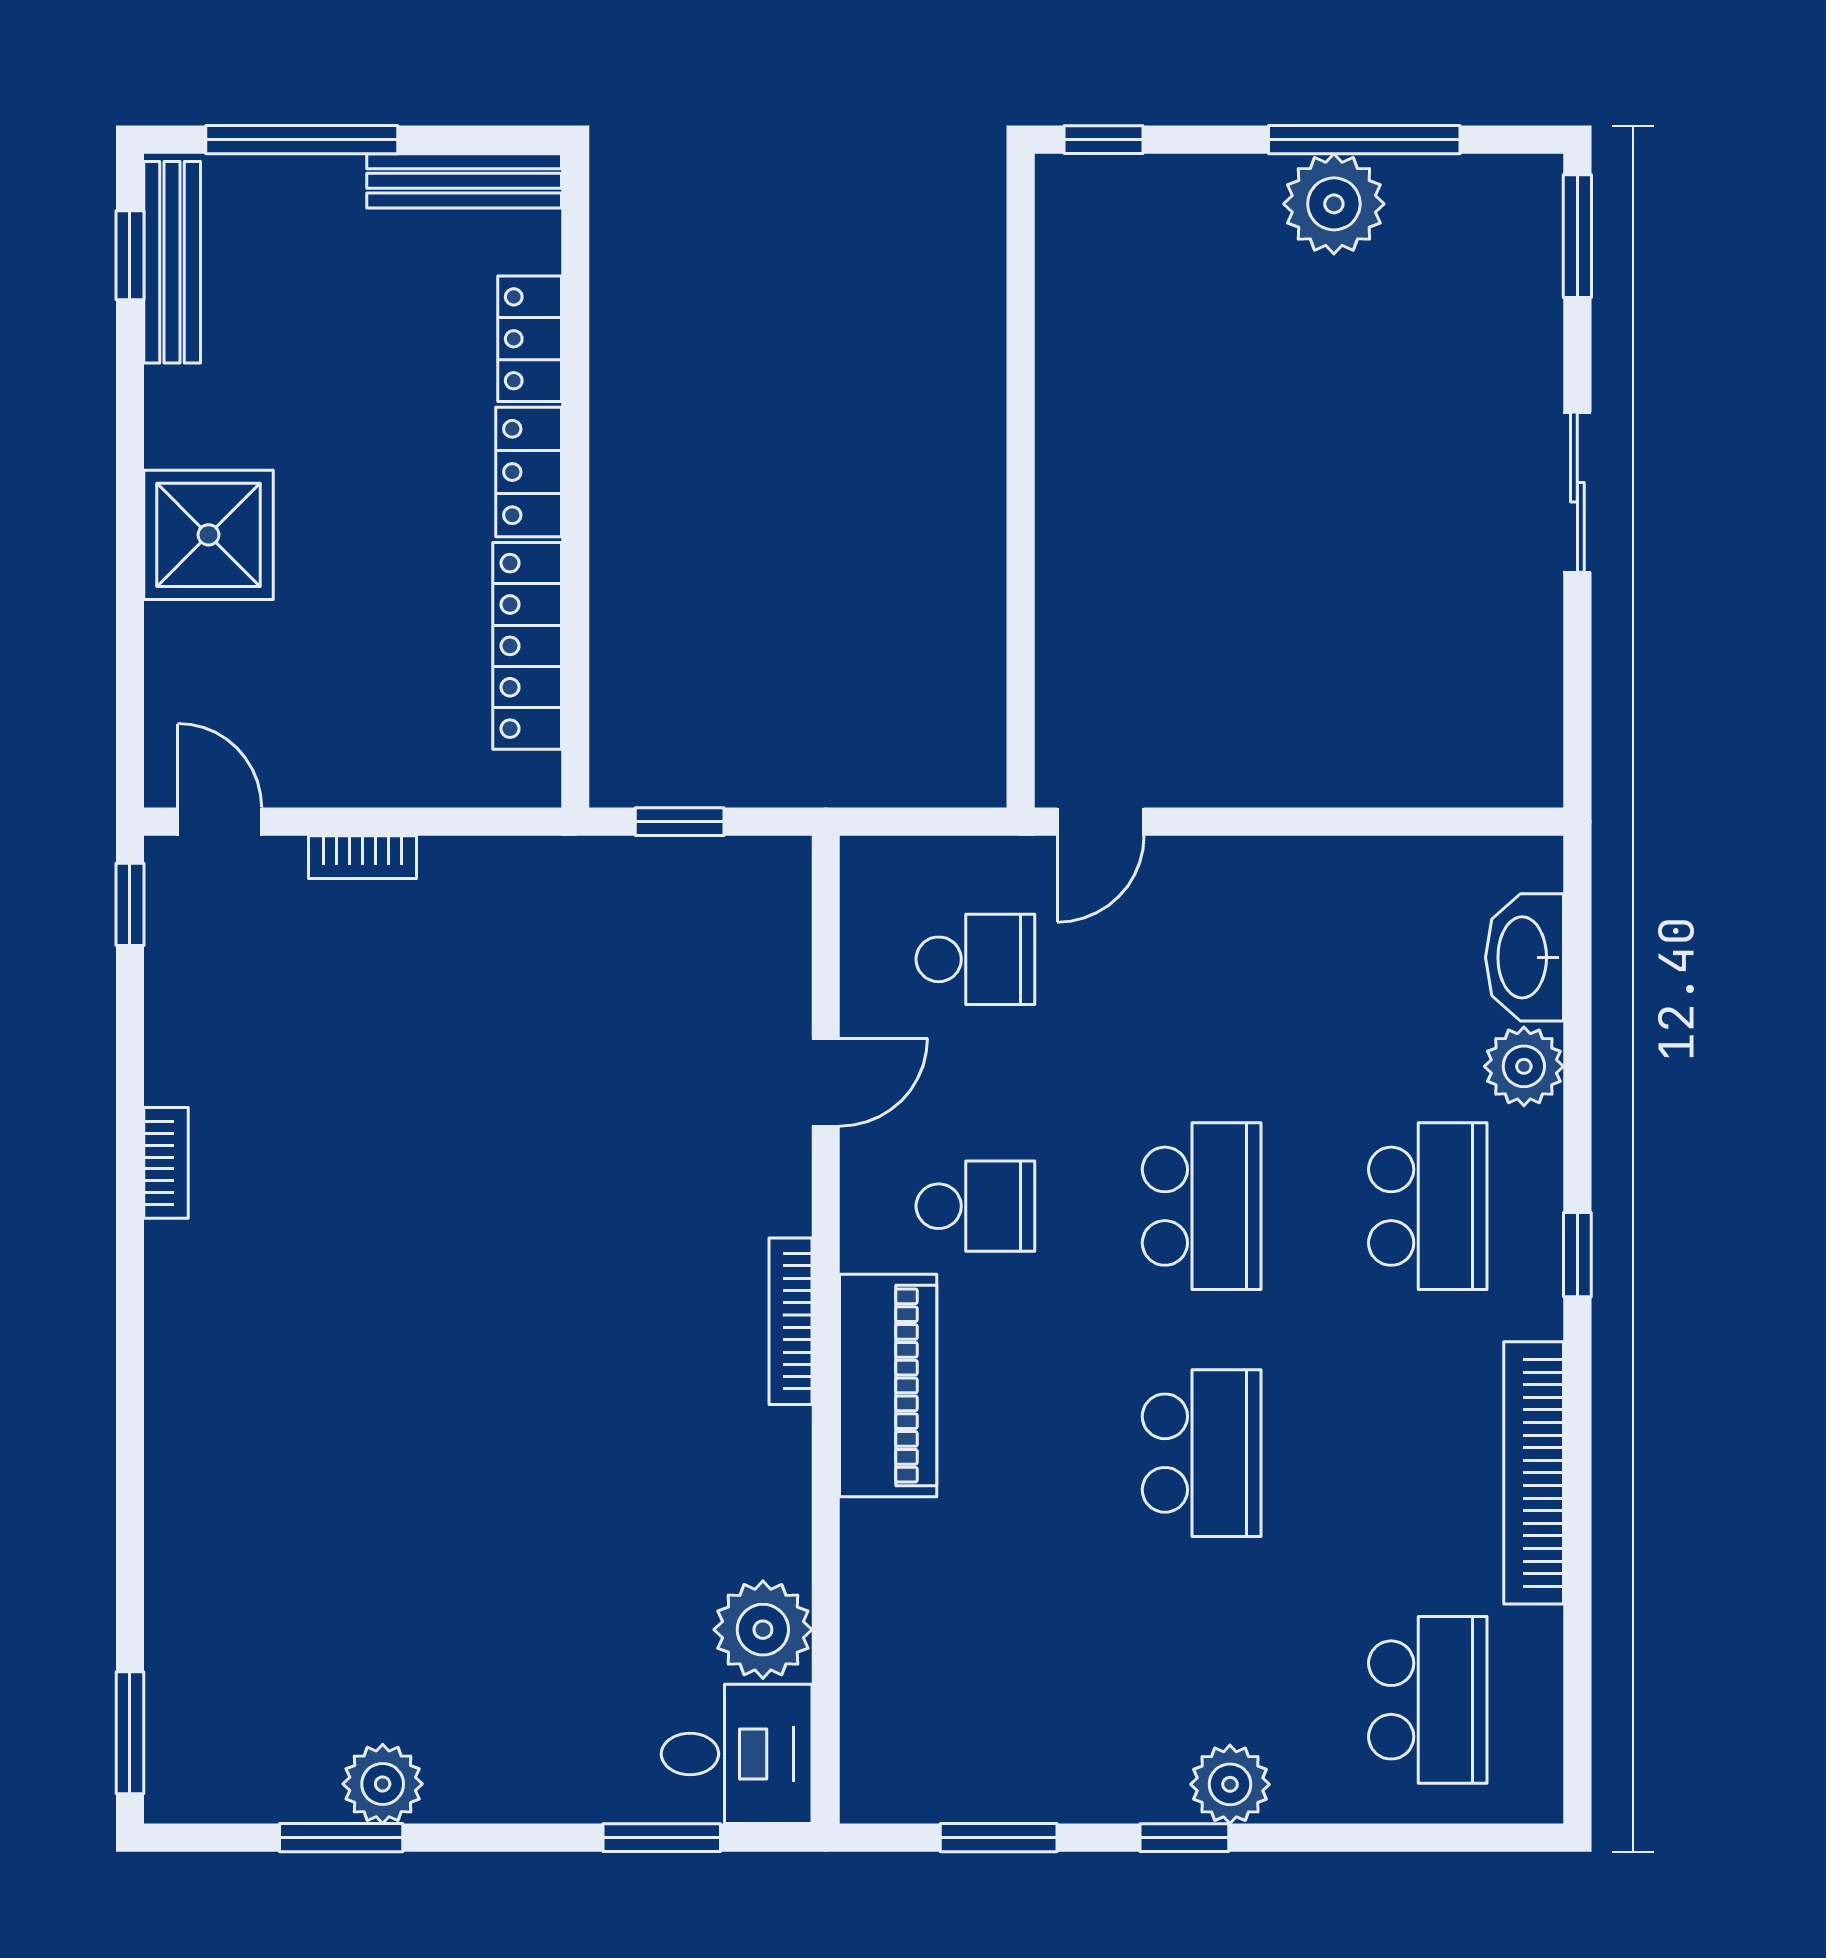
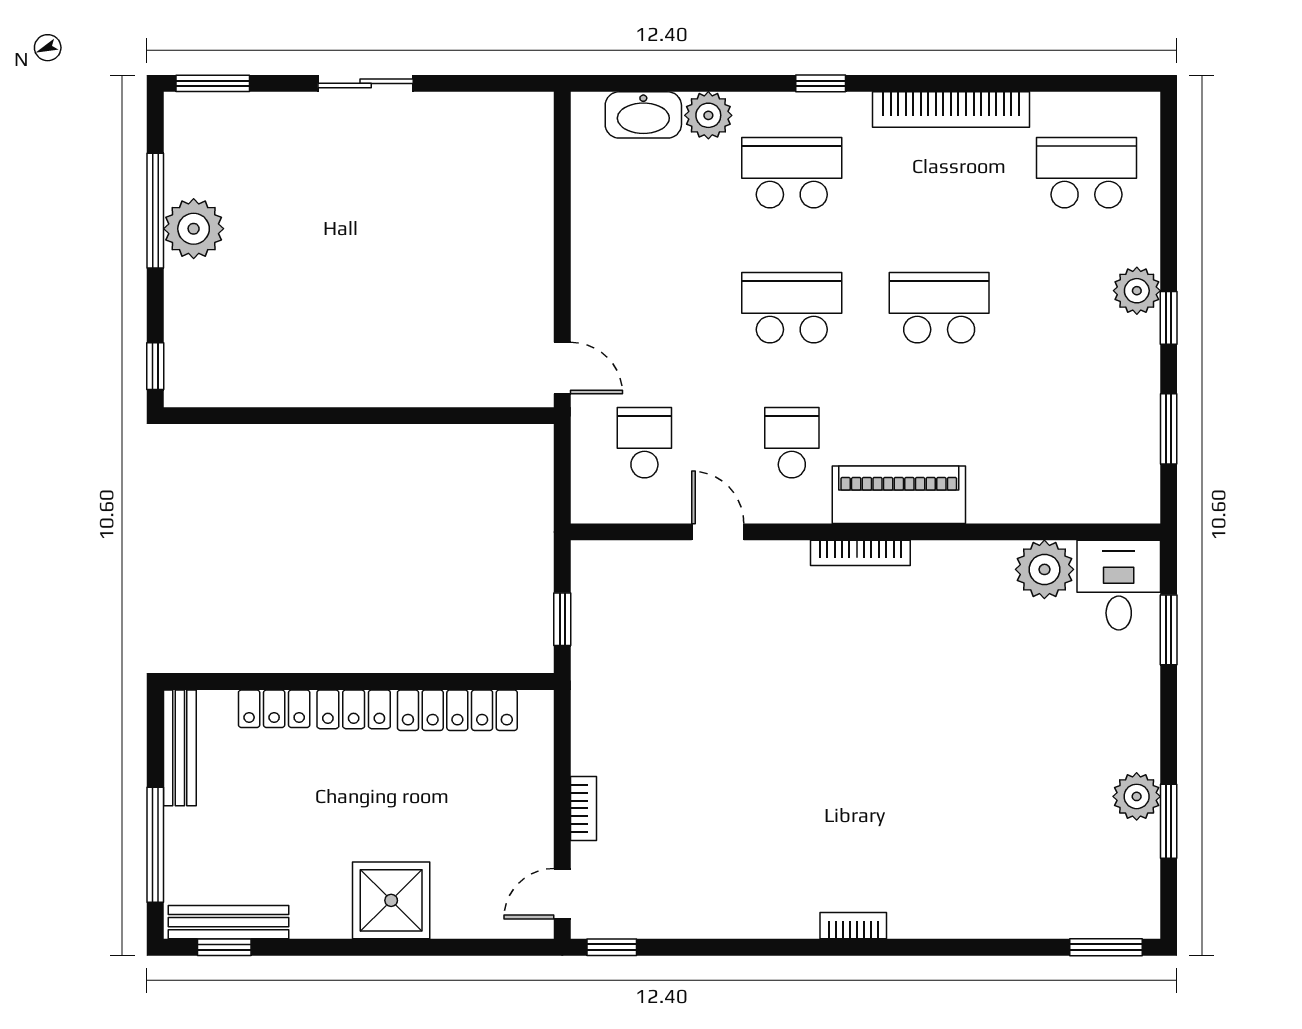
bookcase: (166, 1163) -> (853, 926), moved

